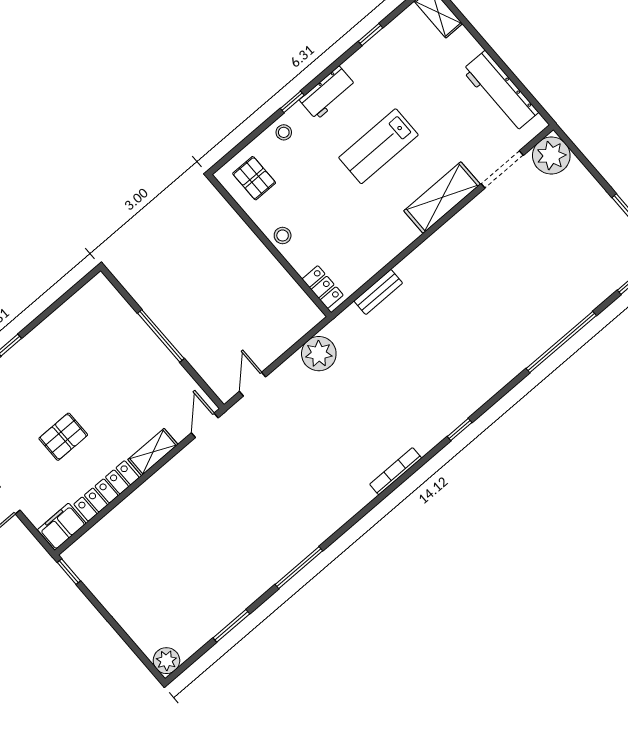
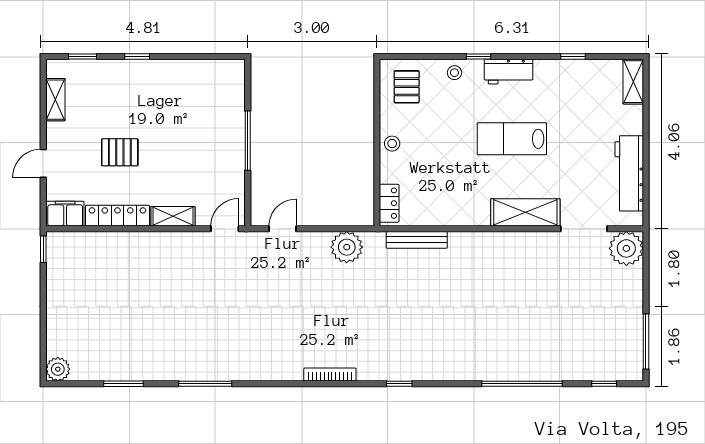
bench: (378, 292) -> (417, 240), width x1.36

